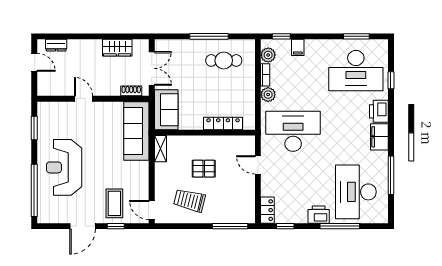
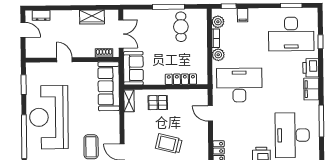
cafe table: (224, 60) -> (181, 27), turned 90
reception desk: (64, 167) -> (49, 117), width x1.36, depth x1.30
pallet: (204, 169) -> (158, 103), moved
trolley: (189, 200) -> (169, 144), moved

